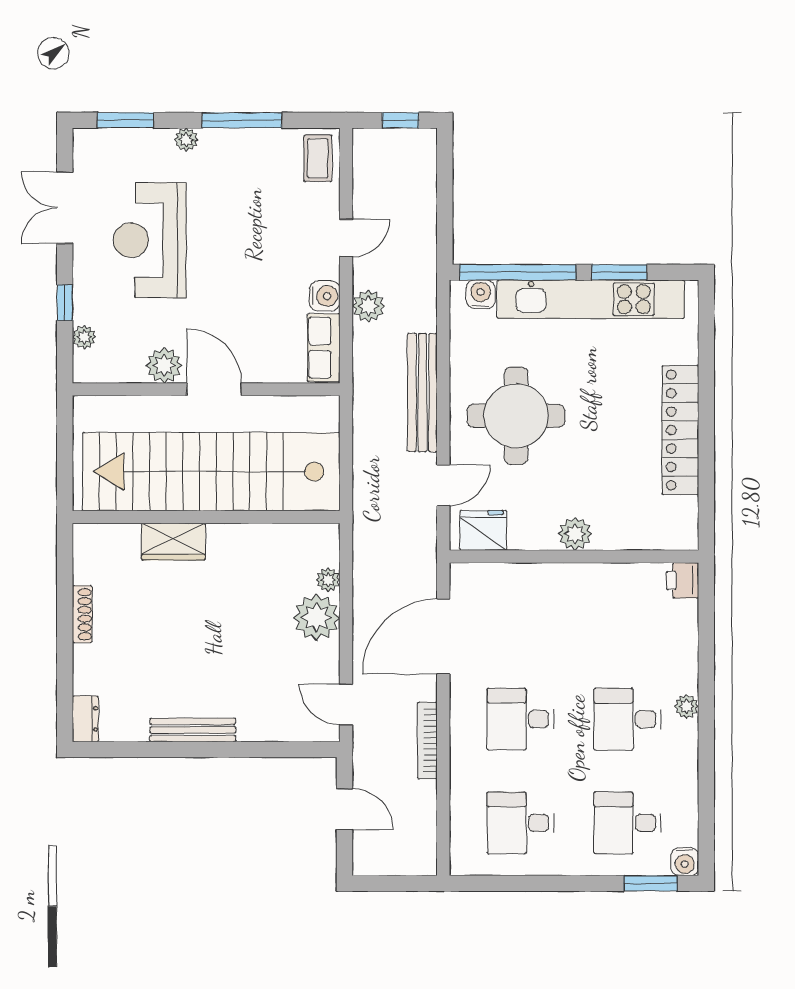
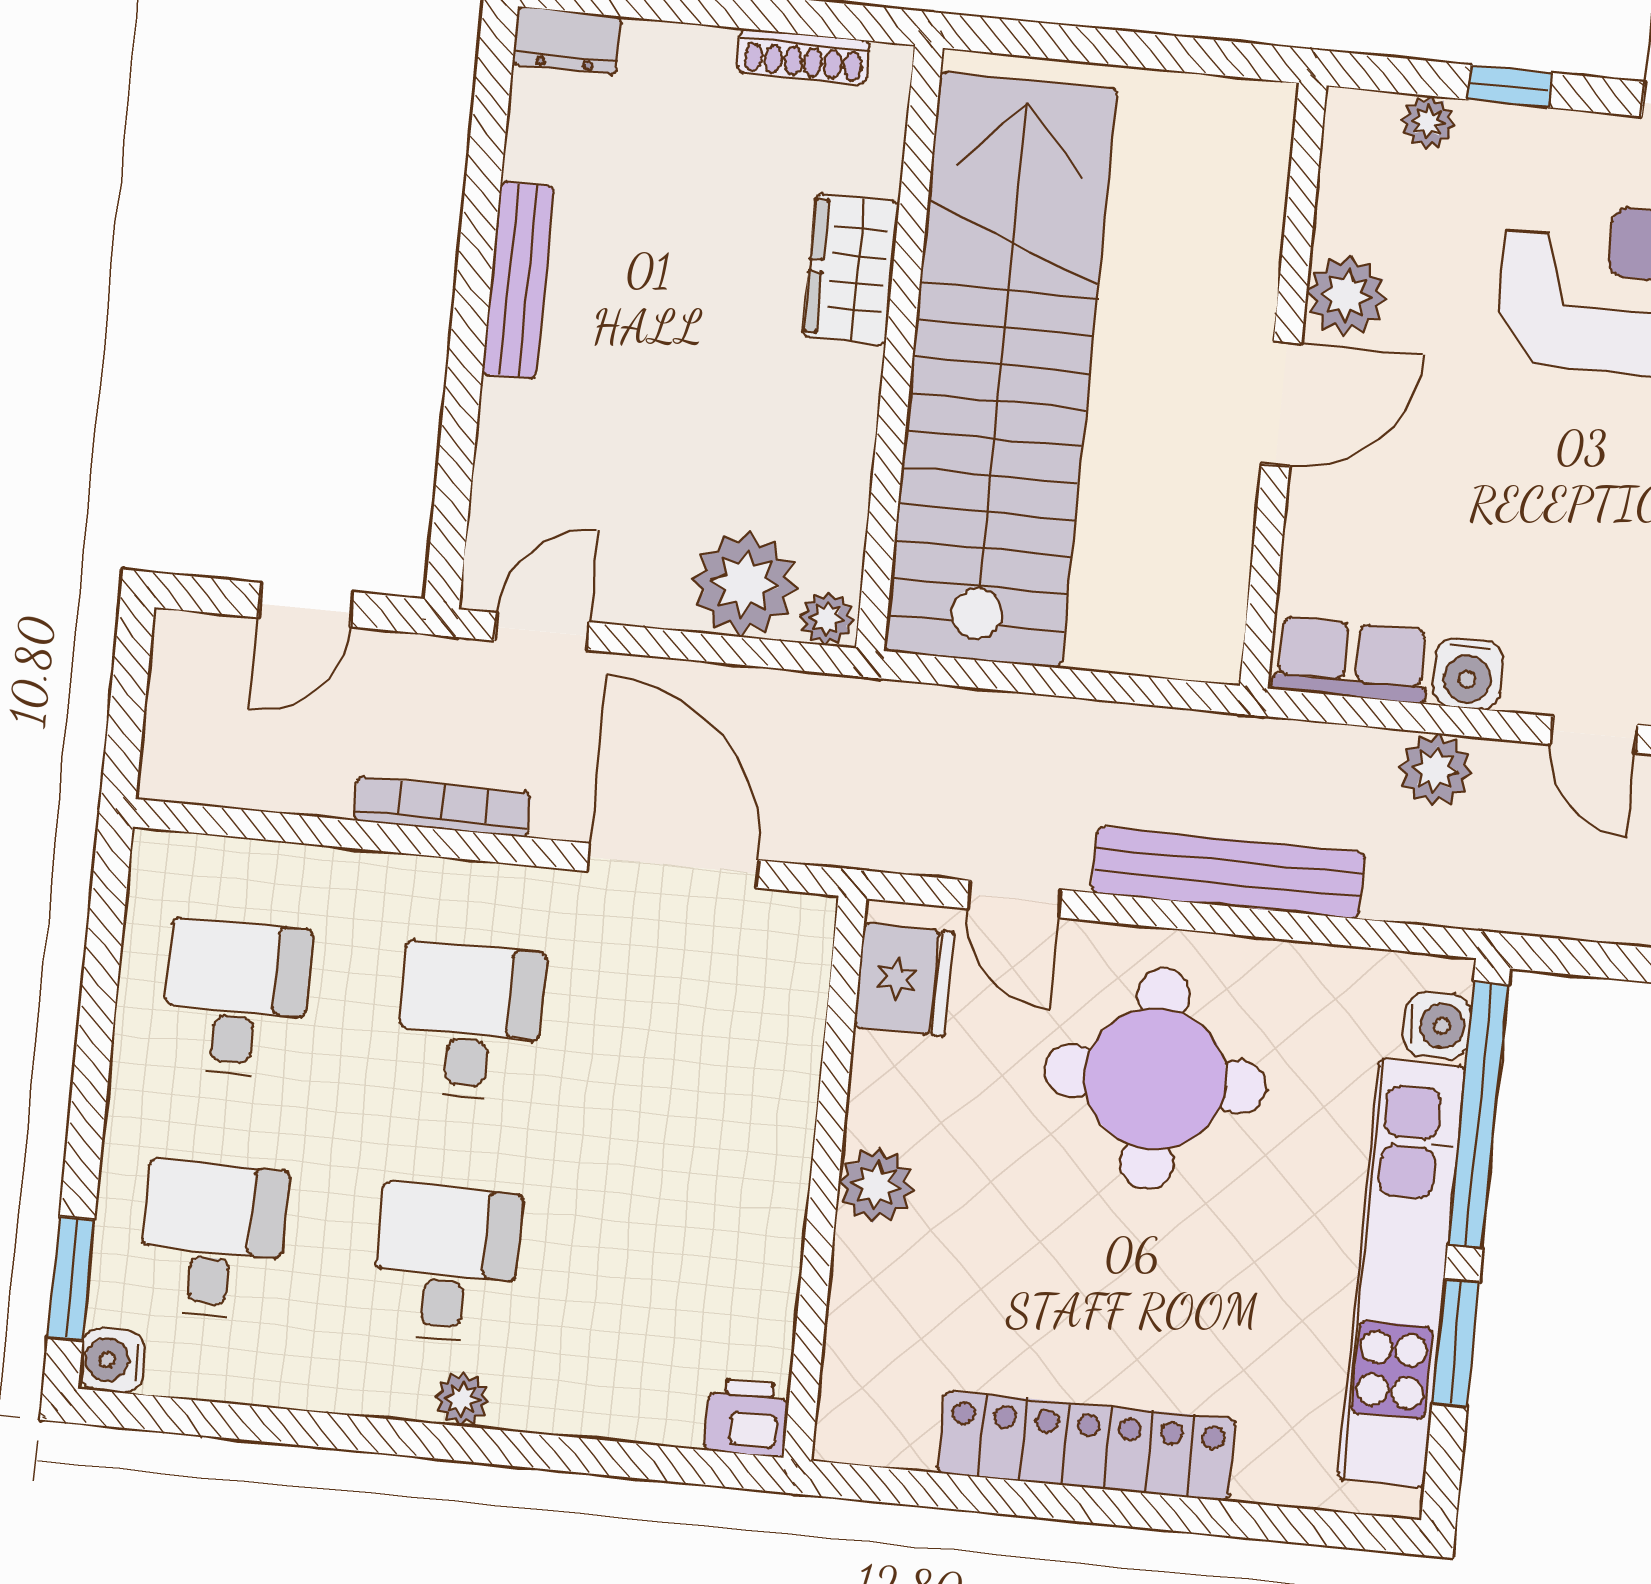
stairs: (211, 472) -> (1001, 370), moved
wall: (206, 517) -> (899, 348), moved
wardrobe: (174, 542) -> (851, 269), moved

